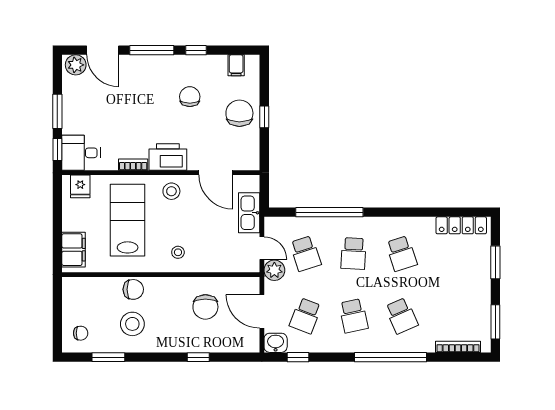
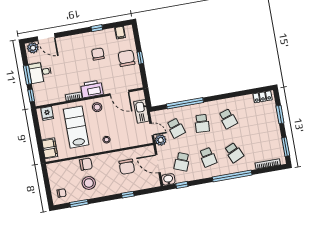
window: (152, 50) -> (73, 32), removed
desk: (81, 153) -> (40, 72), moved
locker: (461, 225) -> (263, 97), width x0.66

